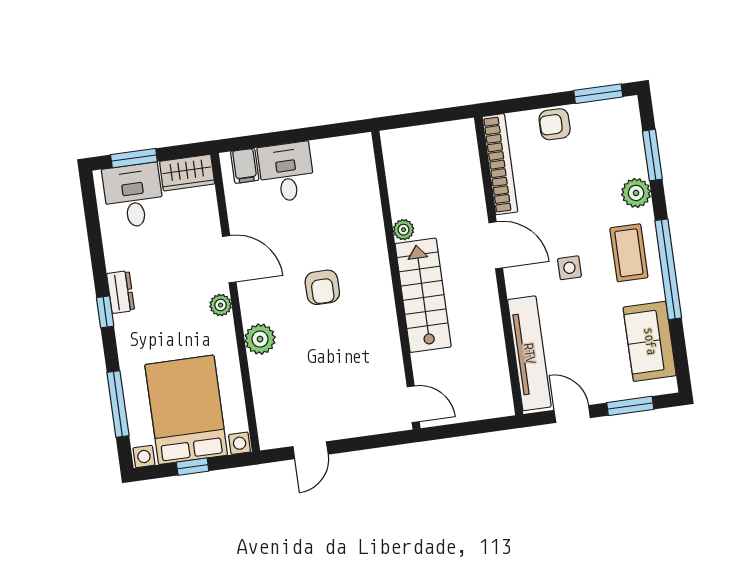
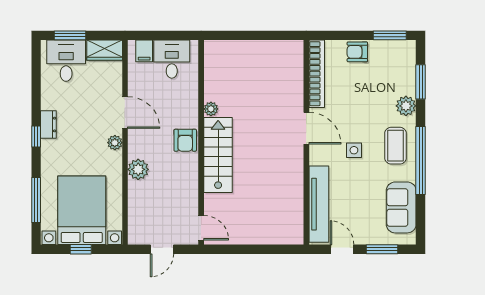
plant: (404, 230) -> (211, 109), moved
wall: (396, 280) -> (201, 142), moved
stairs: (423, 295) -> (218, 155), moved
door: (413, 404) -> (201, 228), moved

